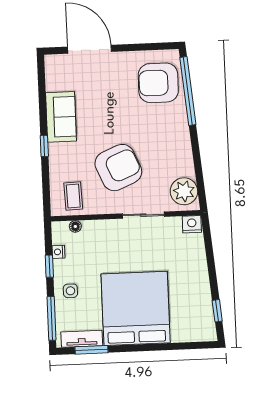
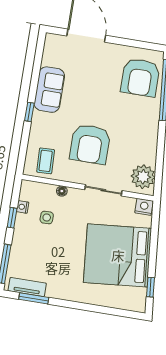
armchair: (158, 83) -> (140, 77), turned -90
armchair: (118, 168) -> (90, 144), turned 113
floor lamp: (75, 226) -> (62, 191), moved
side table: (70, 291) -> (47, 217), moved
bed: (136, 308) -> (118, 255), moved, turned -95

